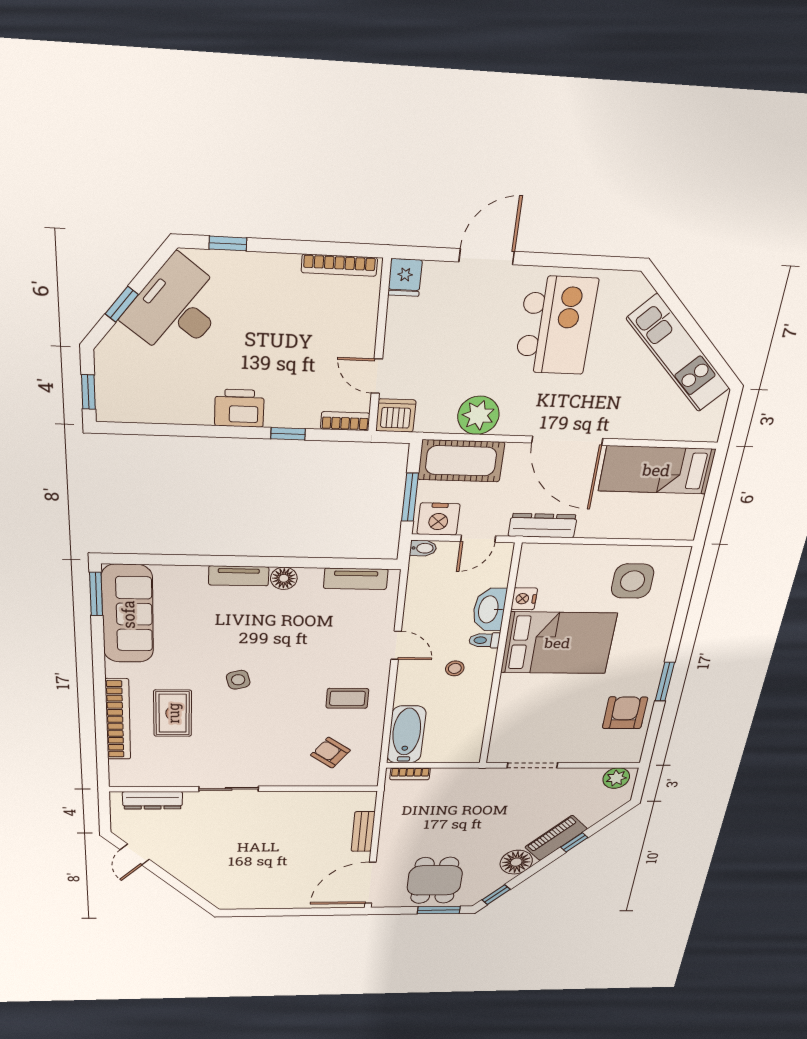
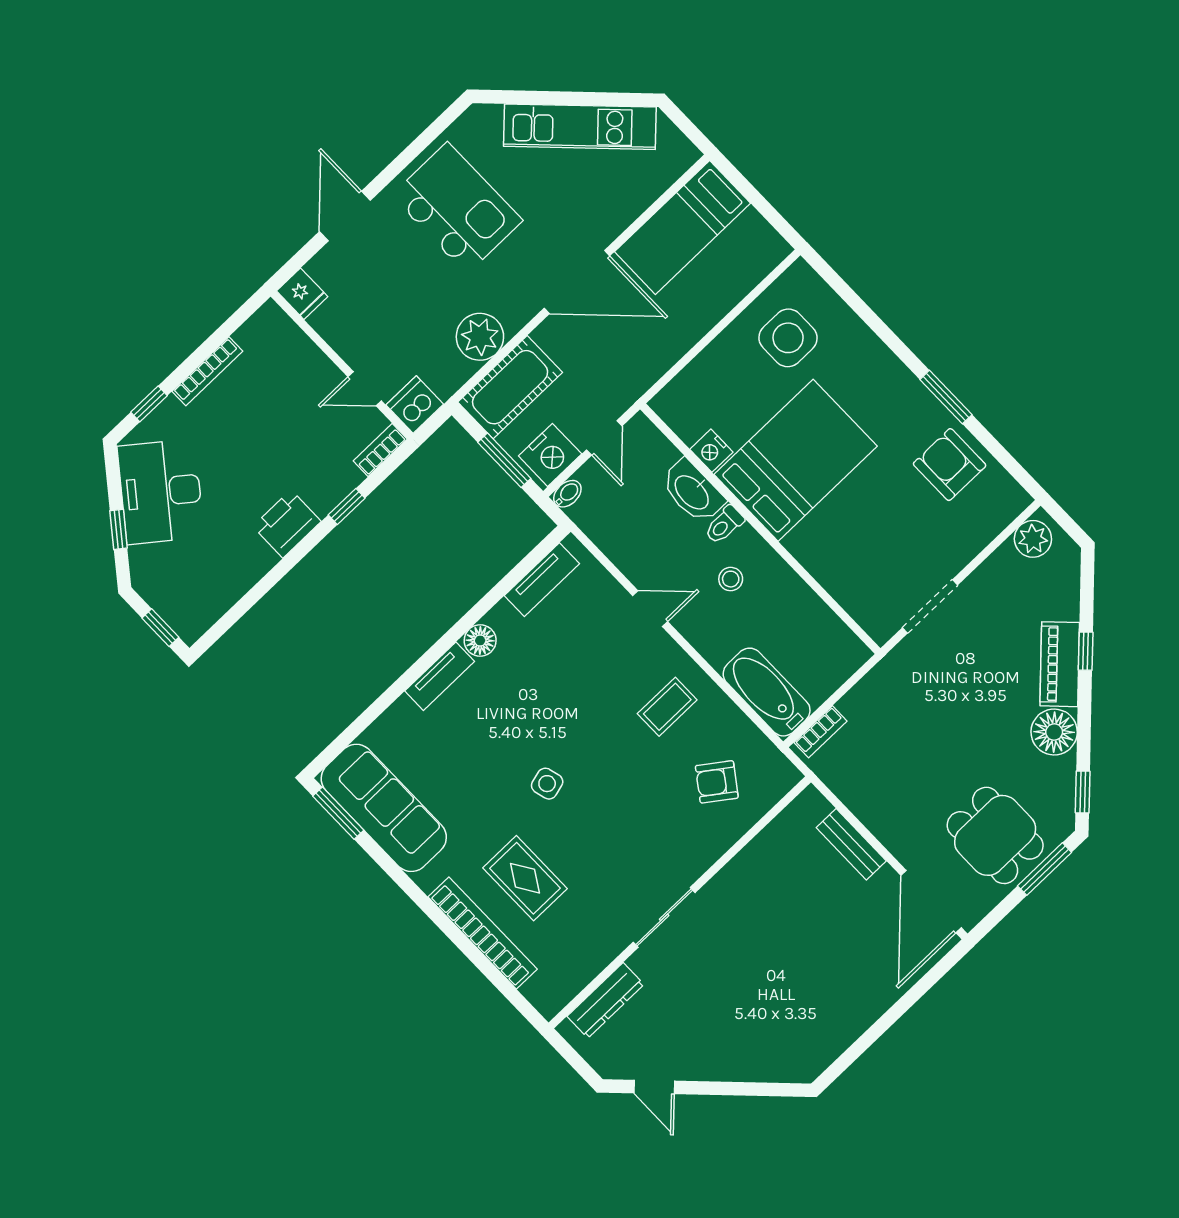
bookcase: (339, 265) -> (207, 371), moved
dresser: (543, 526) -> (646, 371), removed

